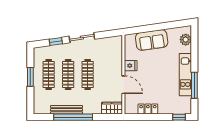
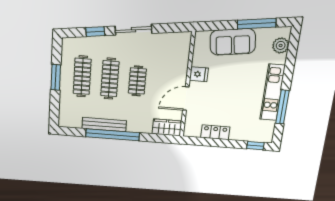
window: (166, 26) -> (257, 24), added
clothes rail: (88, 75) -> (137, 81), width x0.73
door: (123, 85) -> (186, 99), swing flipped

